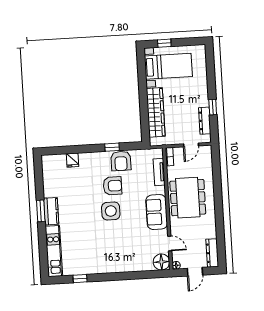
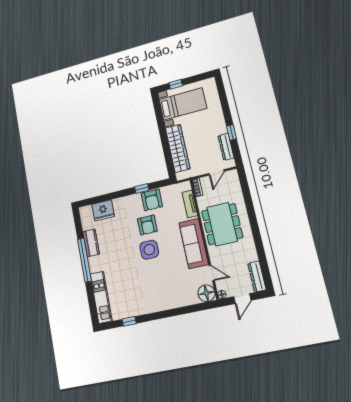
fridge: (73, 160) -> (103, 210), width x1.88, depth x1.34
armchair: (112, 186) -> (147, 225), turned 90
window: (41, 211) -> (84, 260), width x2.11
kitchen counter: (51, 211) -> (91, 243), moved
sofa: (157, 212) -> (194, 244), width x1.36

